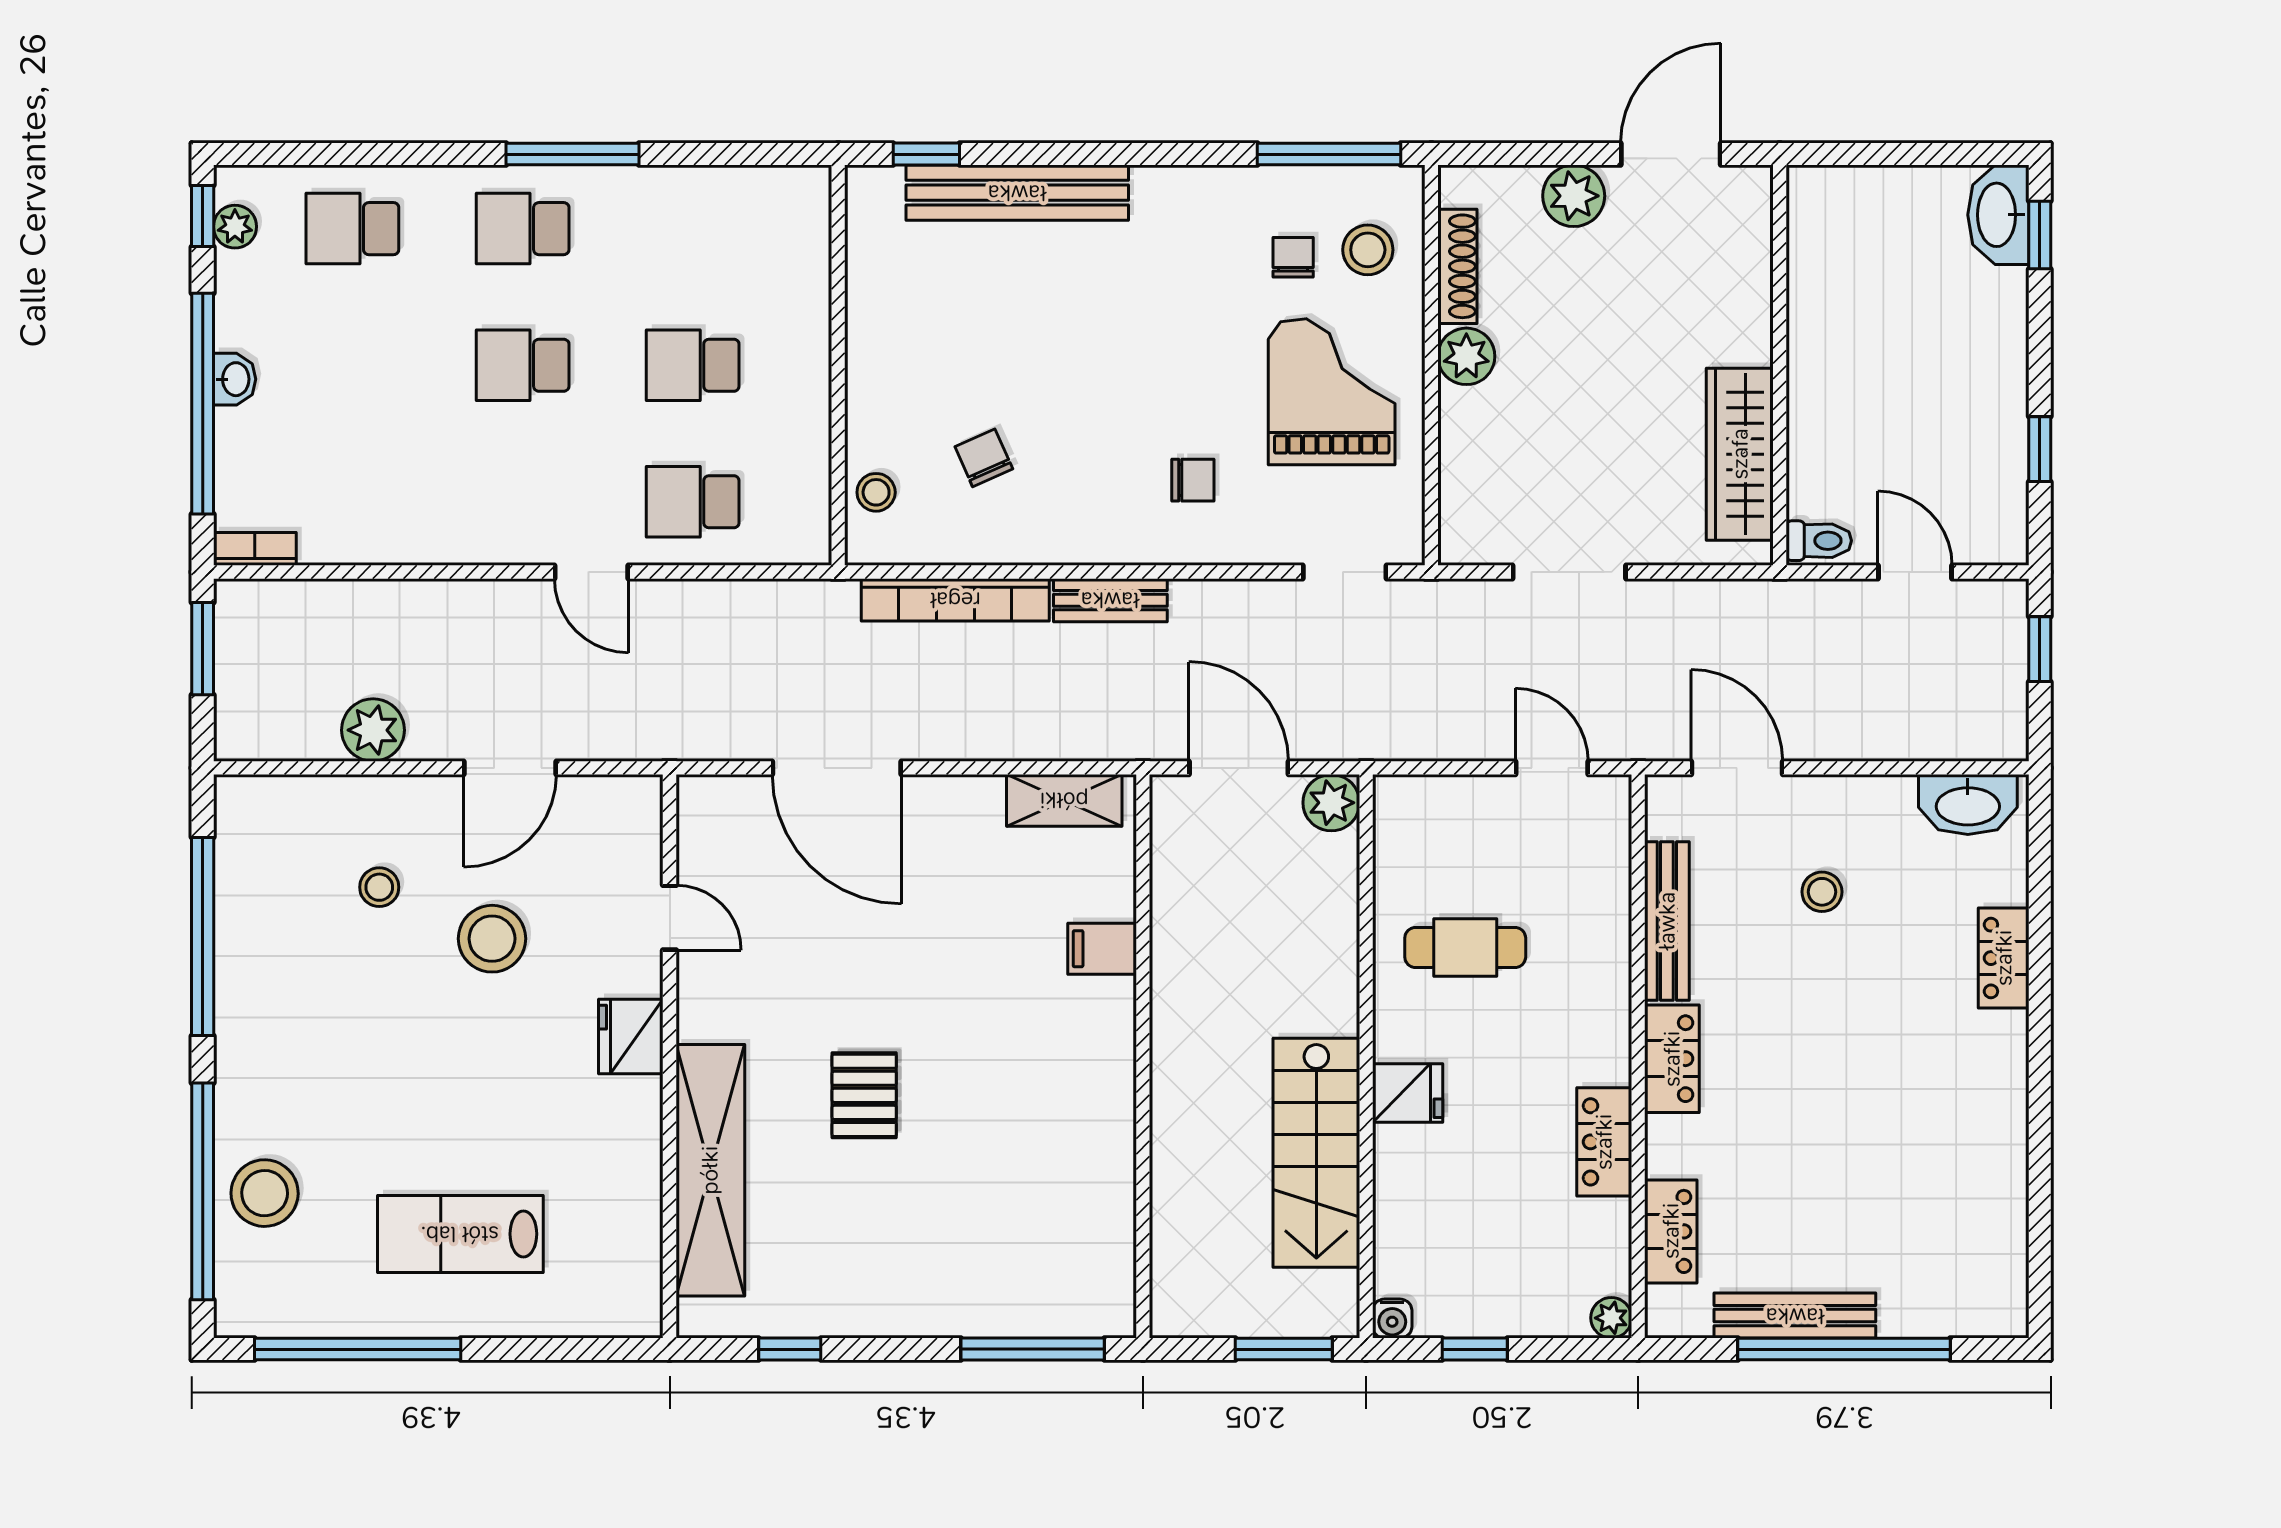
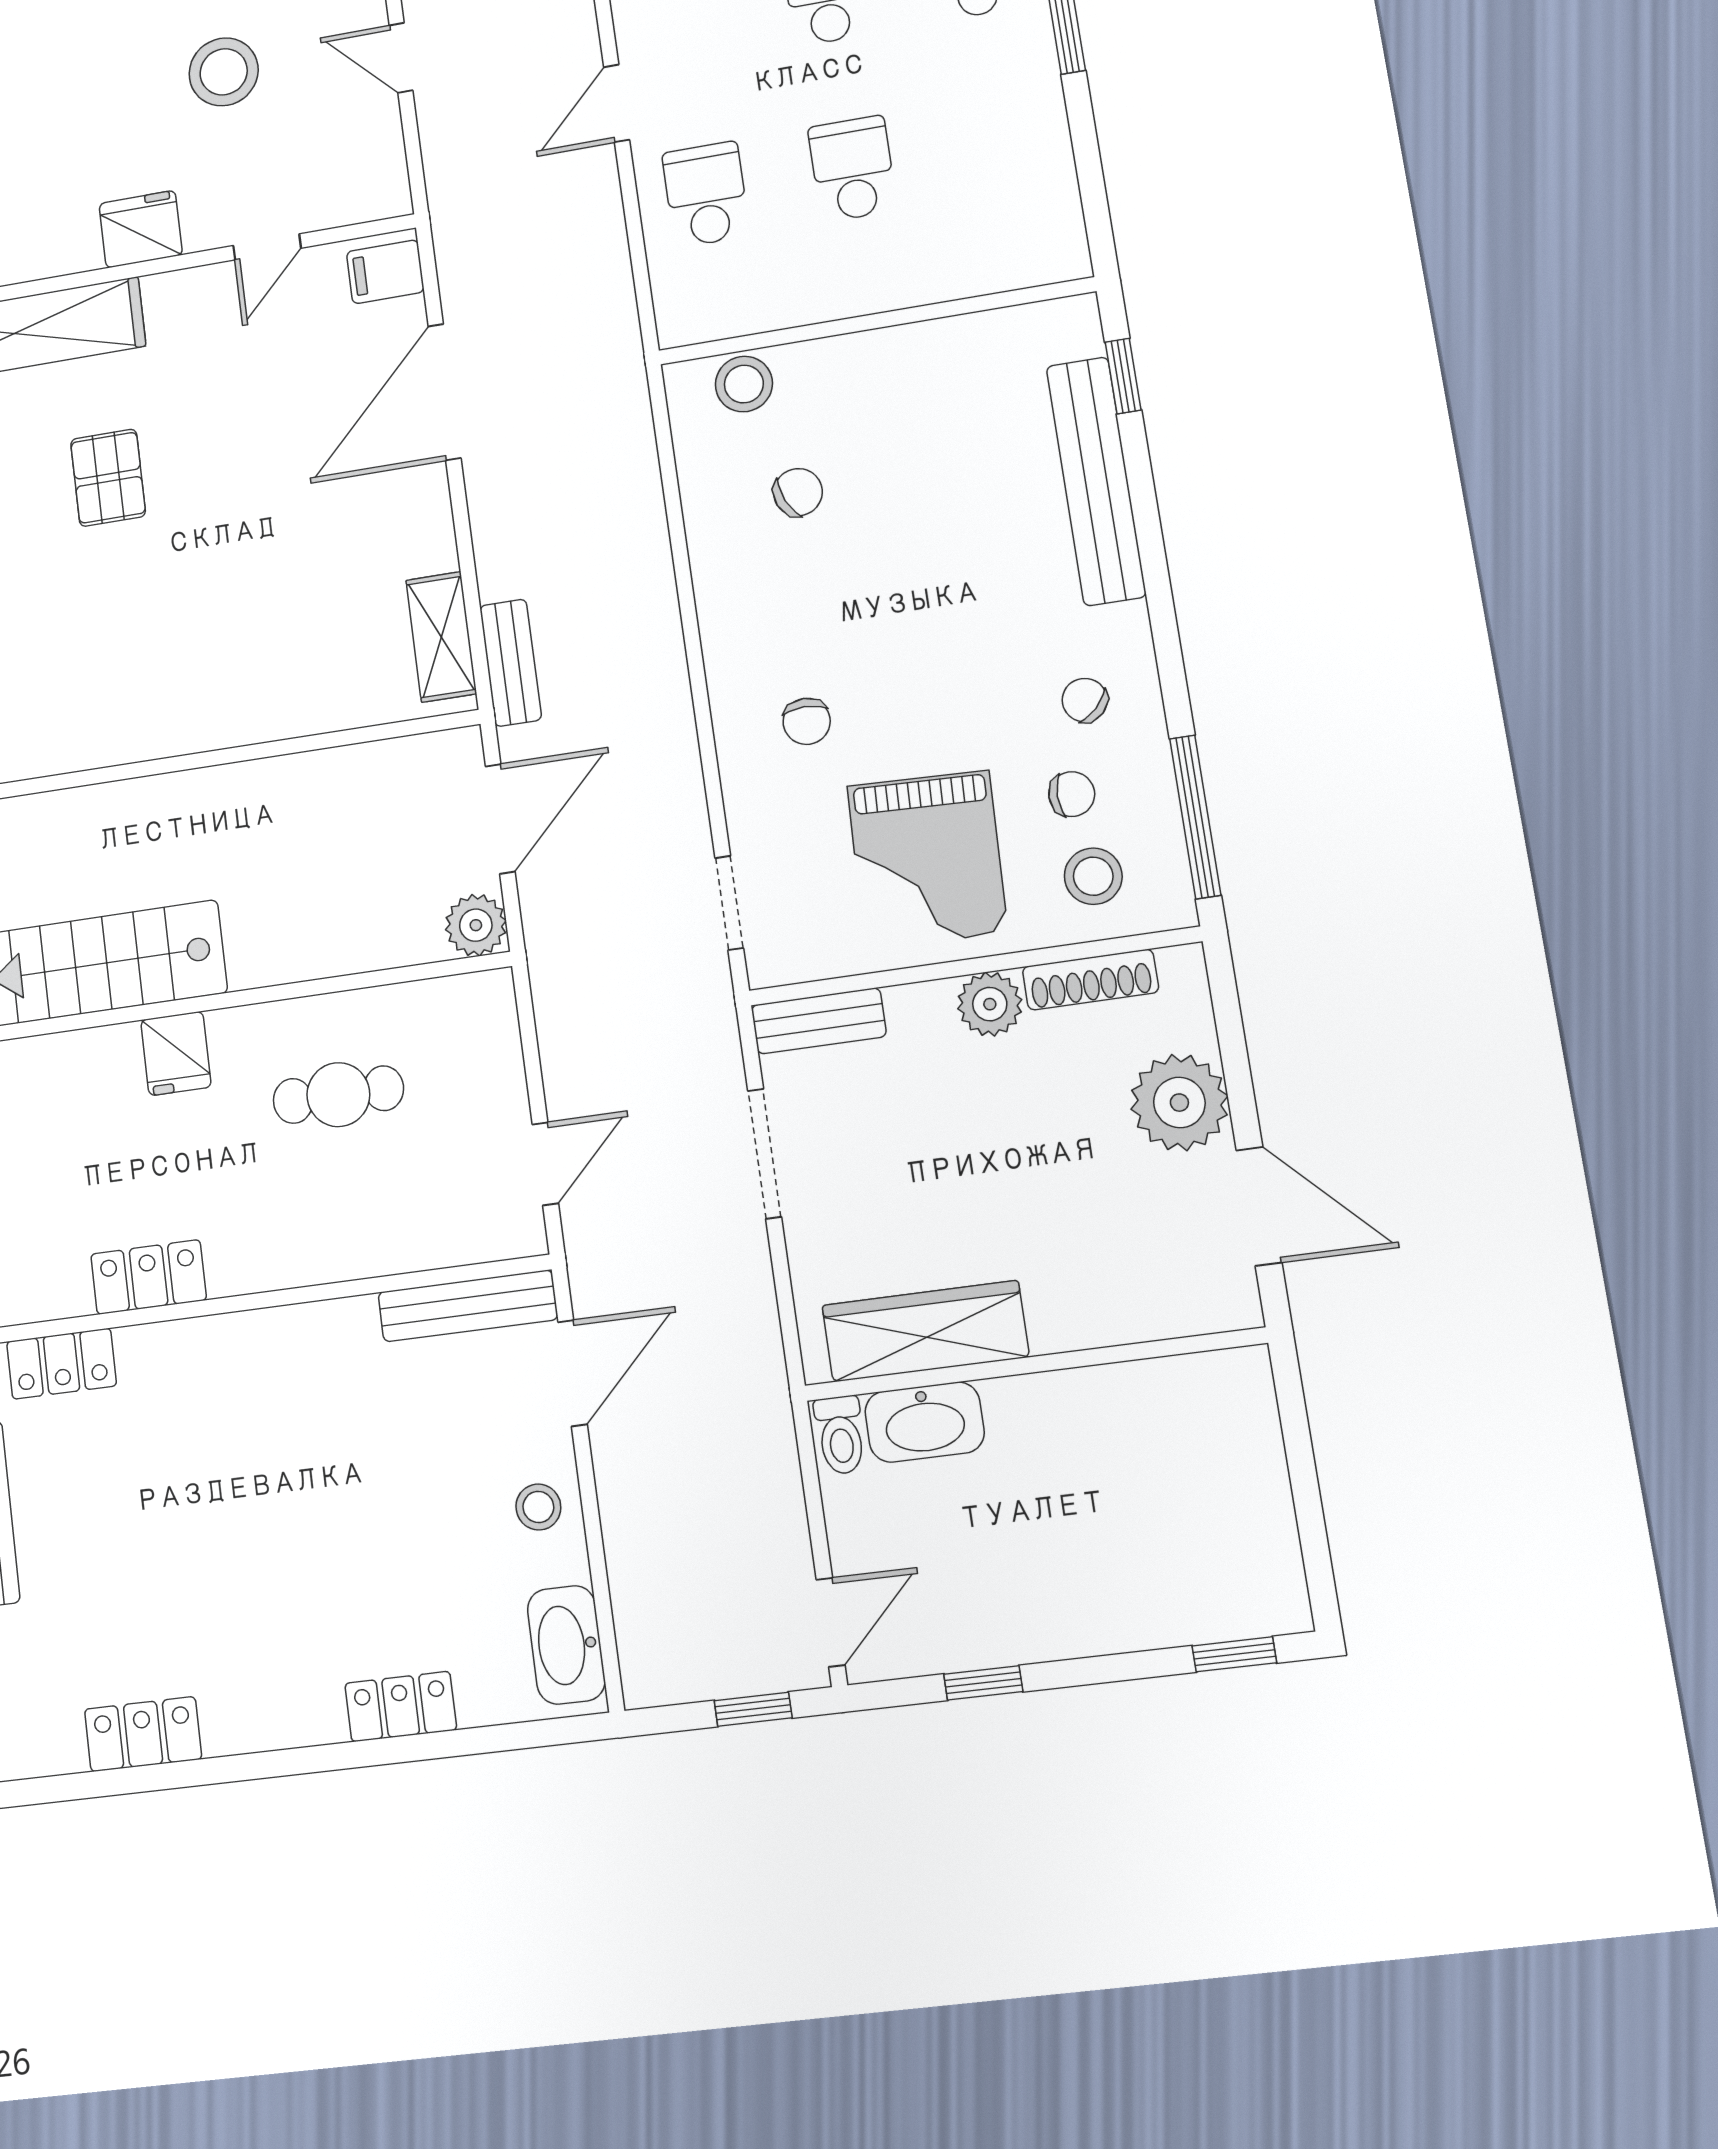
plant: (1574, 196) -> (1179, 1103), width x1.36, depth x1.36
washbasin: (1998, 215) -> (925, 1422), moved, turned 180
chair: (1212, 233) -> (1085, 700), added
grand piano: (1332, 392) -> (927, 859), turned 92
stool: (876, 492) -> (744, 384), width x1.37, depth x1.37
bench: (1460, 508) -> (819, 1021), added
door: (1915, 572) -> (831, 1622), moved
bookcase: (955, 600) -> (640, 487), removed
bench: (1110, 600) -> (511, 663), moved
door: (510, 768) -> (401, 58), width x0.73
stool: (1822, 892) -> (538, 1507), moved
bench: (1667, 921) -> (468, 1306), moved
cafe table: (1465, 947) -> (338, 1095), turned 90
filing cabinet: (1102, 949) -> (385, 272), moved, turned -90
locker: (1672, 1059) -> (143, 1734), moved, turned 180
pallet: (864, 1095) -> (108, 478), turned 90

